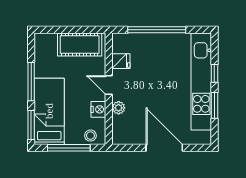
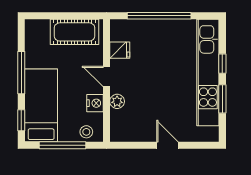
window: (31, 125) -> (21, 120), width x0.67
door: (164, 148) -> (167, 145), width x0.53

